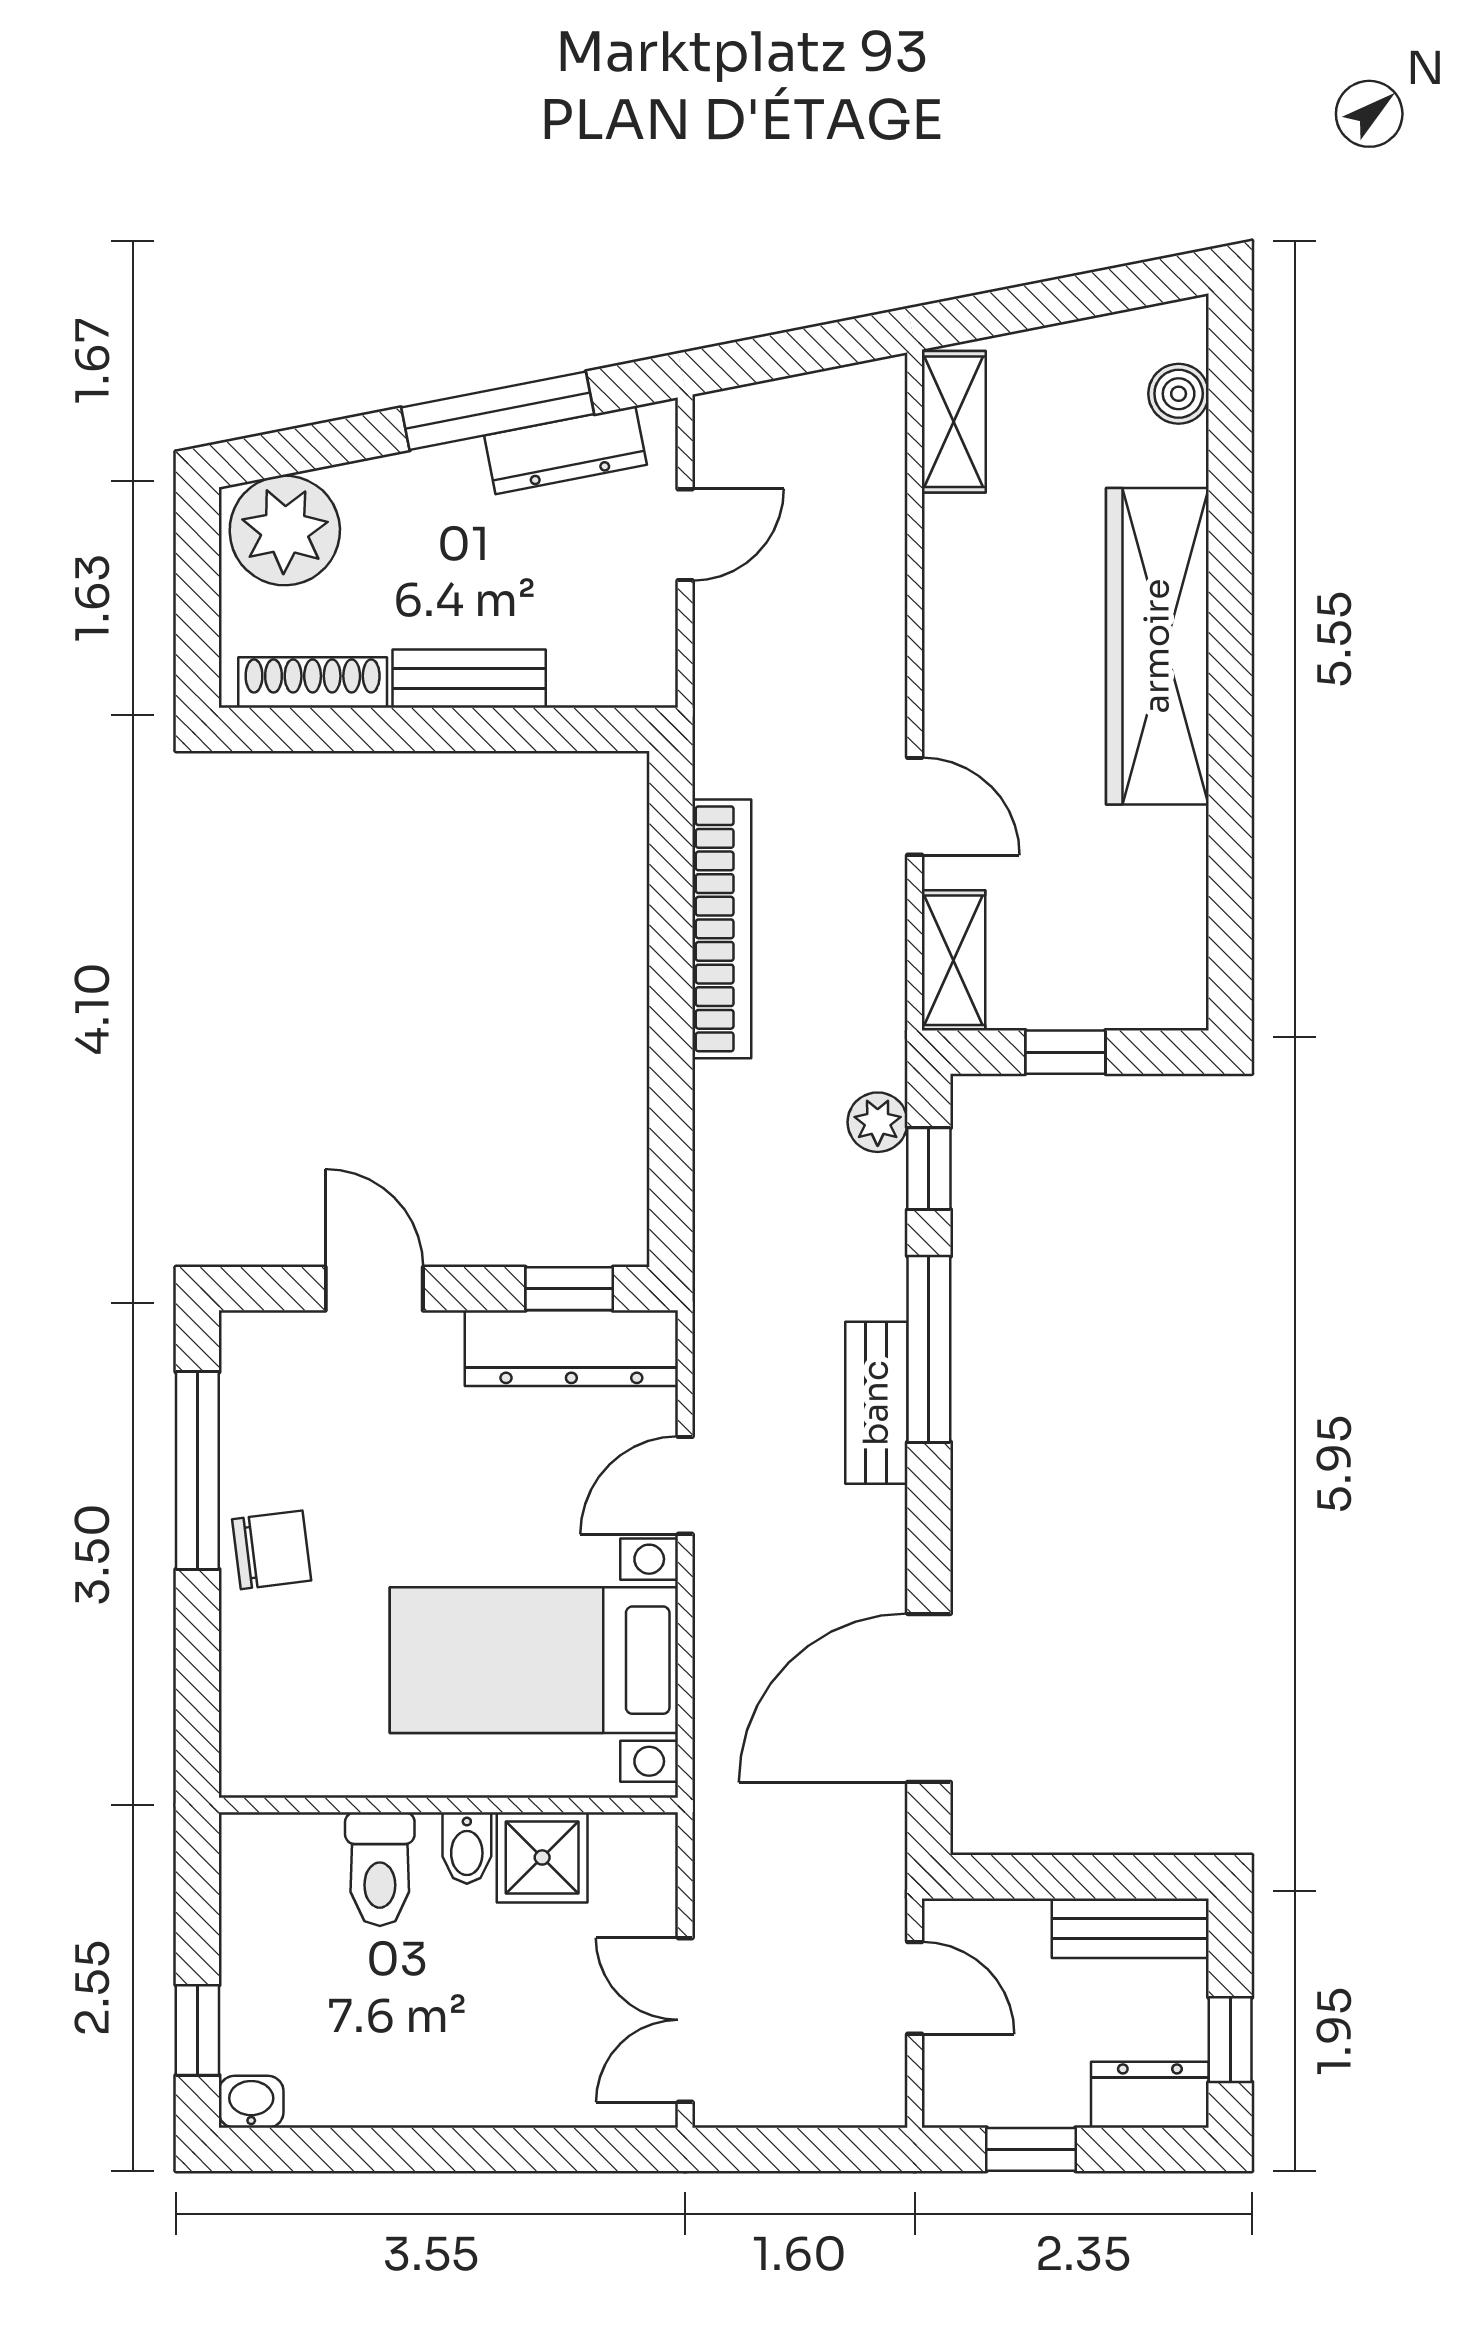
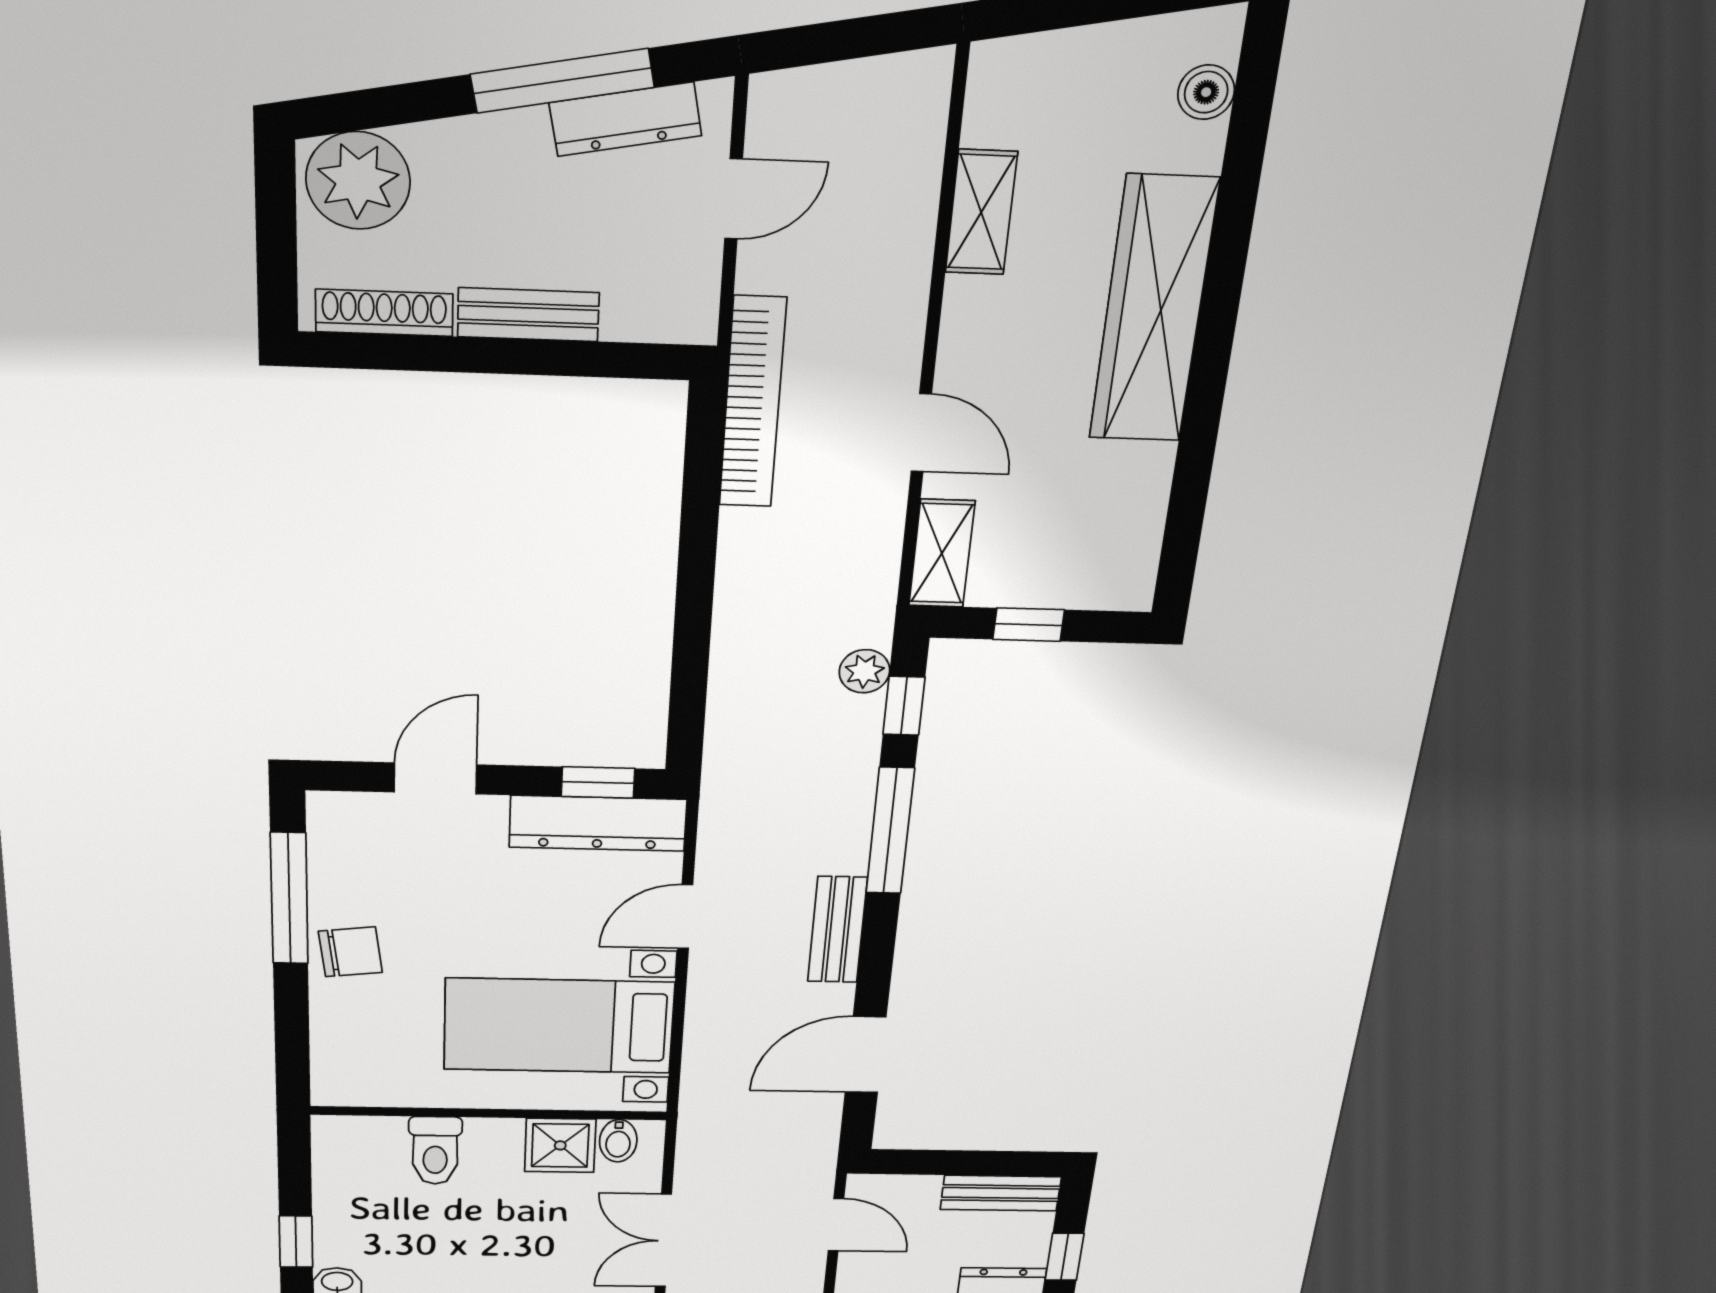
shelving: (954, 422) -> (981, 212), moved
bookcase: (722, 929) -> (753, 403), moved
door: (374, 1289) -> (435, 778), hinge flipped
bench: (876, 1403) -> (837, 930), moved
door: (929, 1698) -> (865, 1055), width x0.73
bidet: (467, 1848) -> (618, 1141), moved

